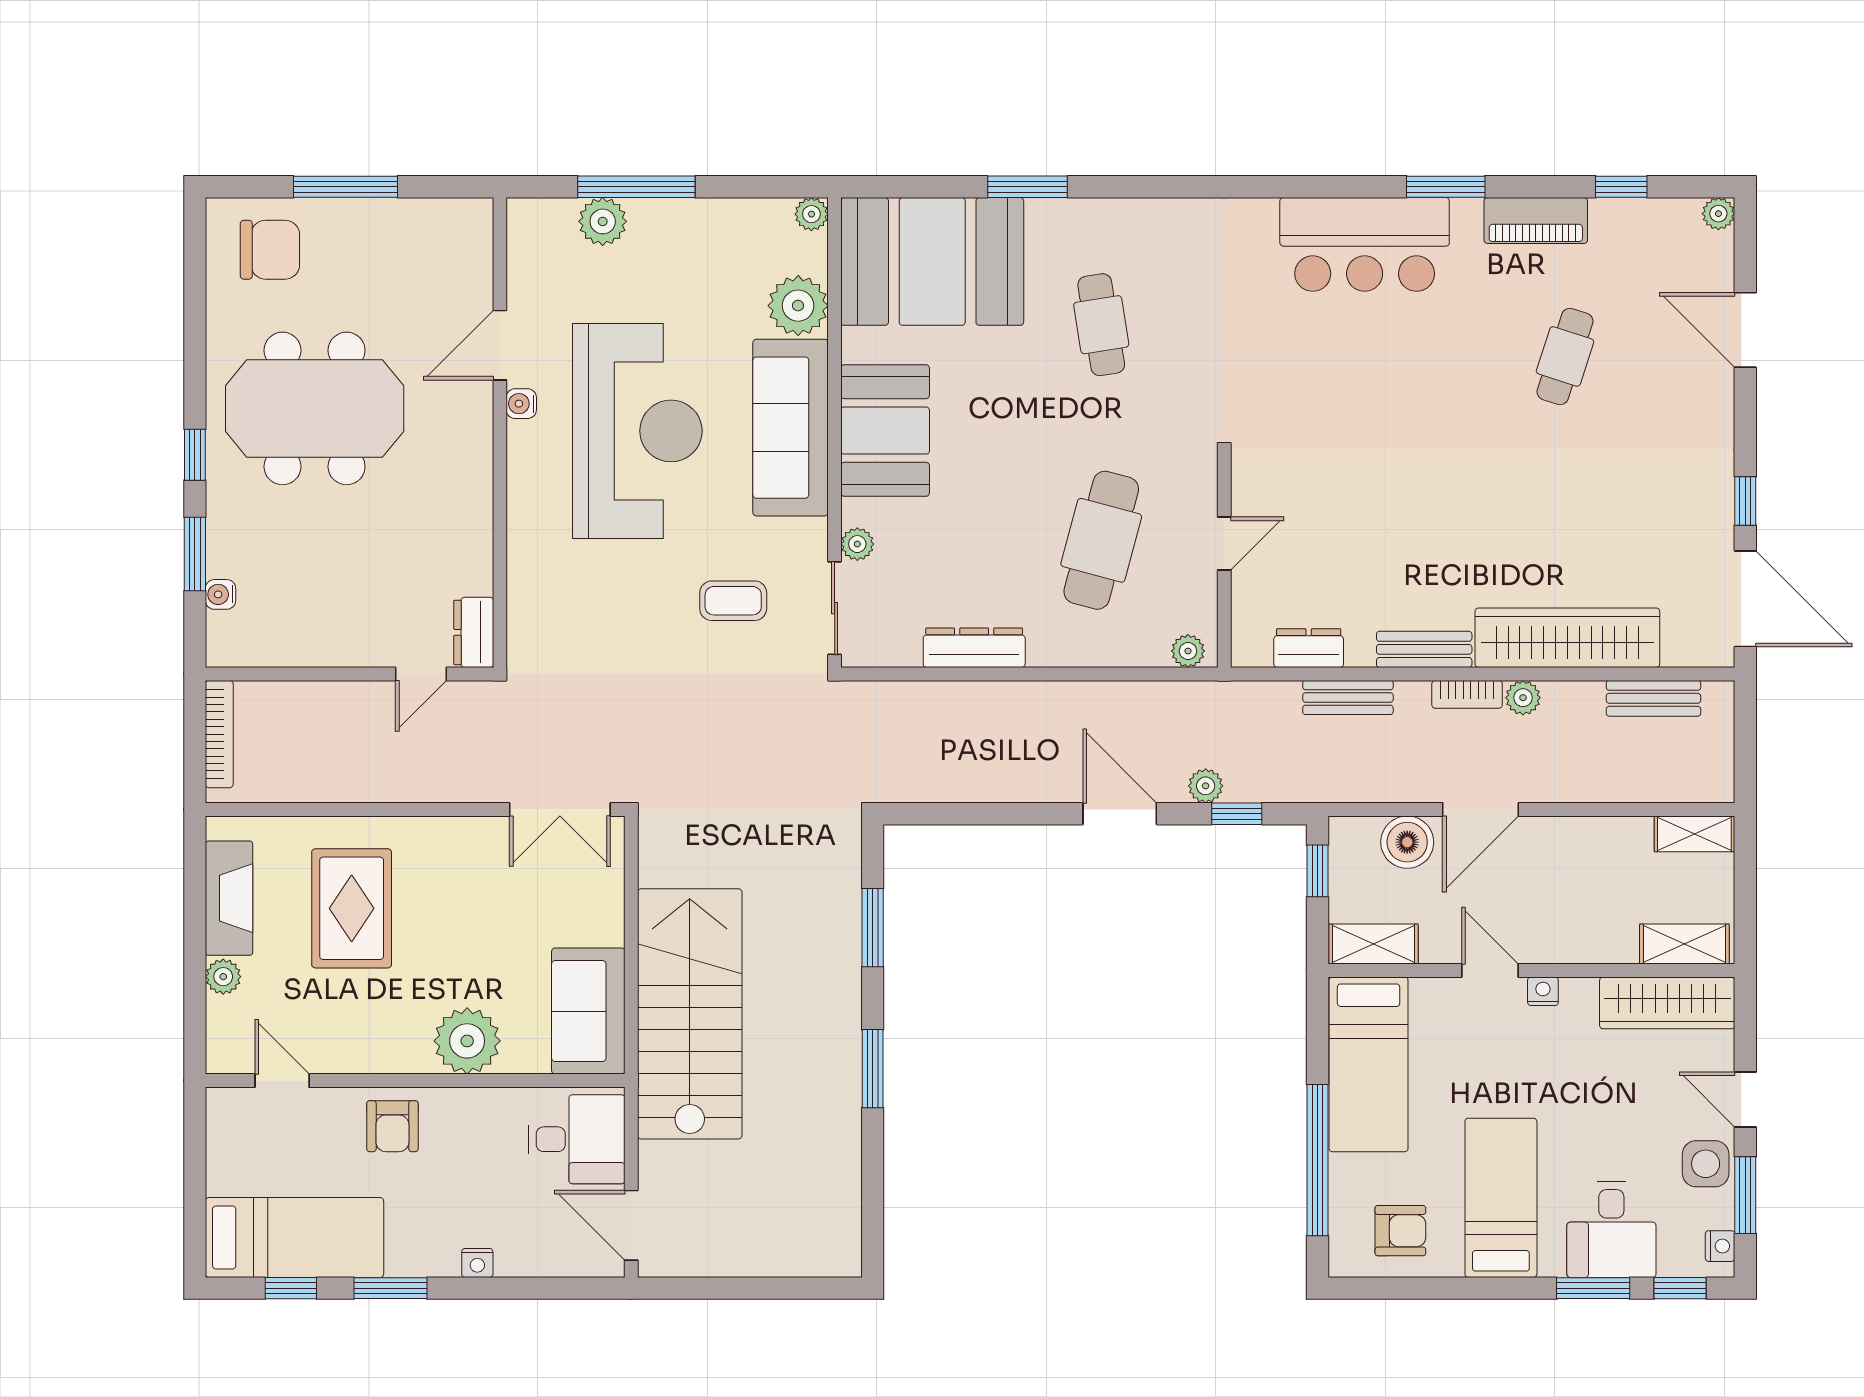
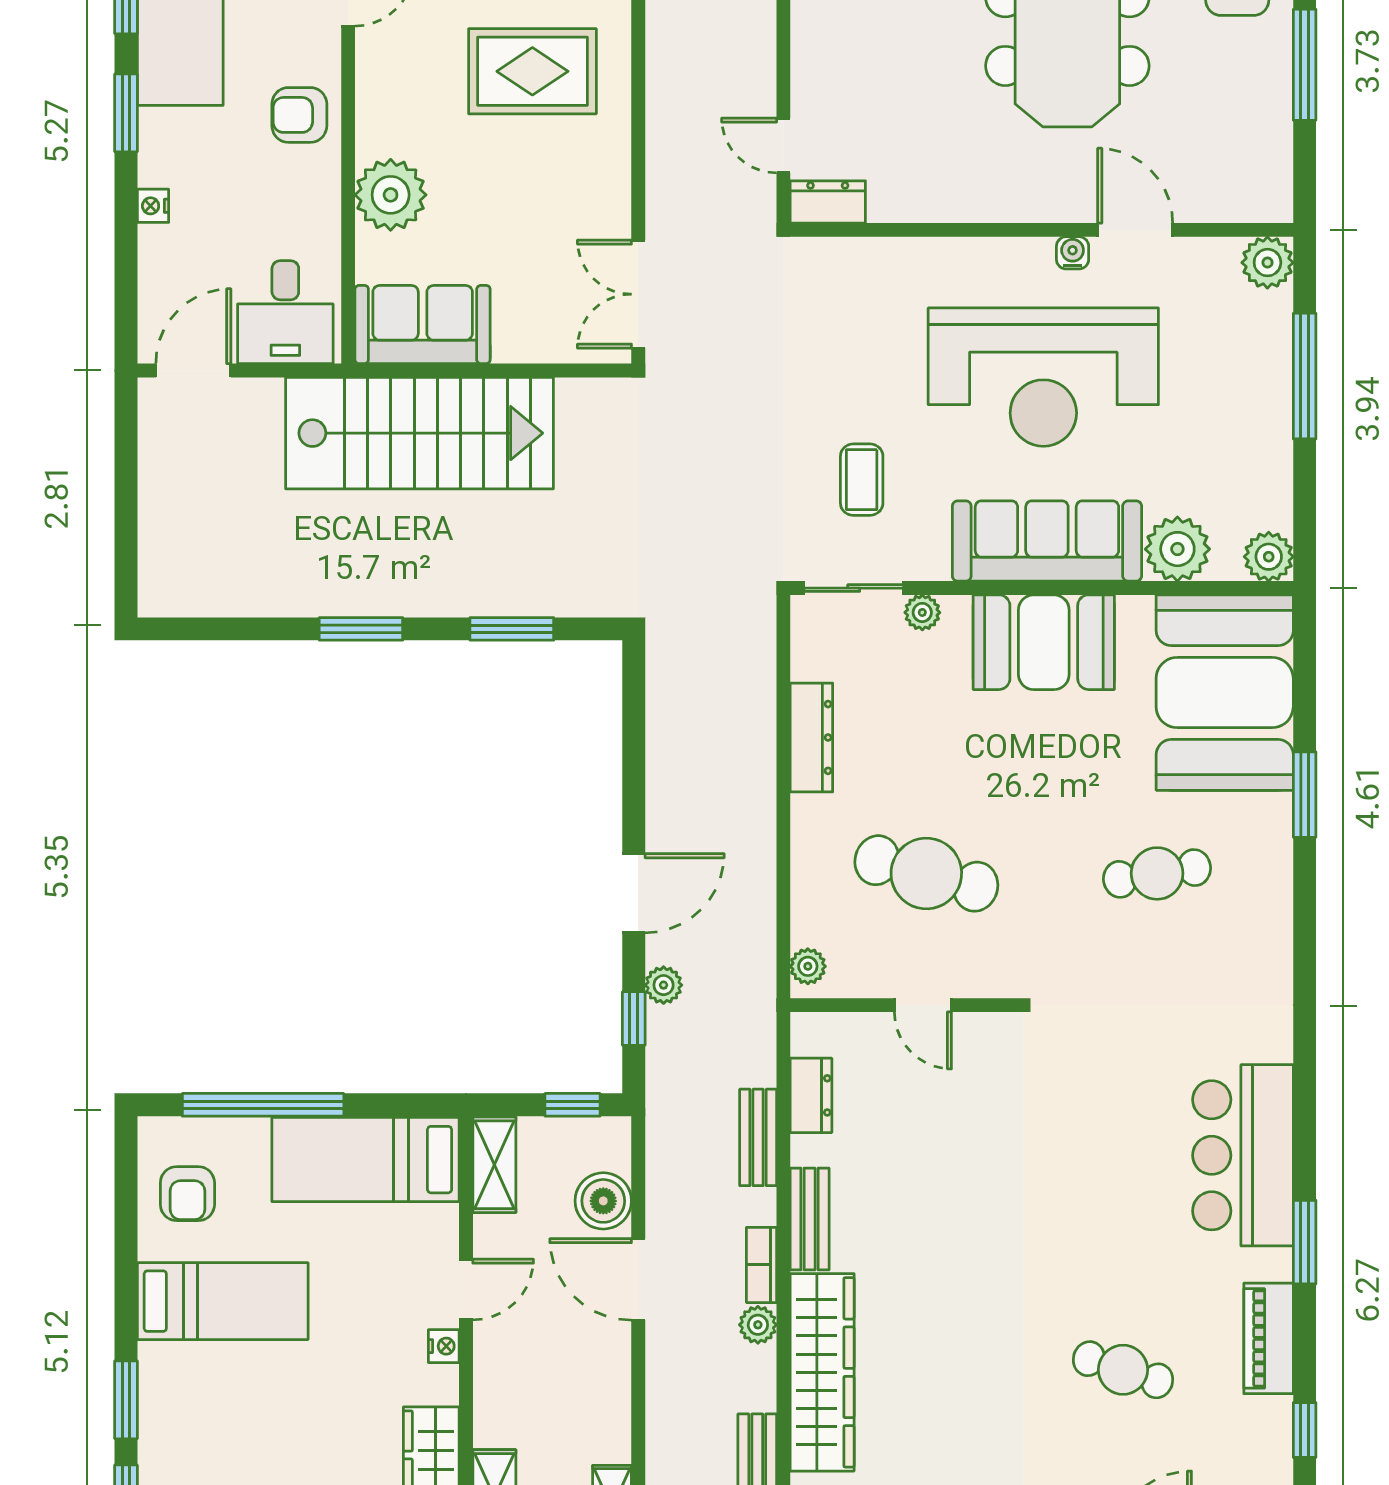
plant: (811, 214) -> (1269, 557), width x1.38, depth x1.38
plant: (603, 221) -> (1267, 263), moved
desk: (1611, 1230) -> (189, 1419), removed

